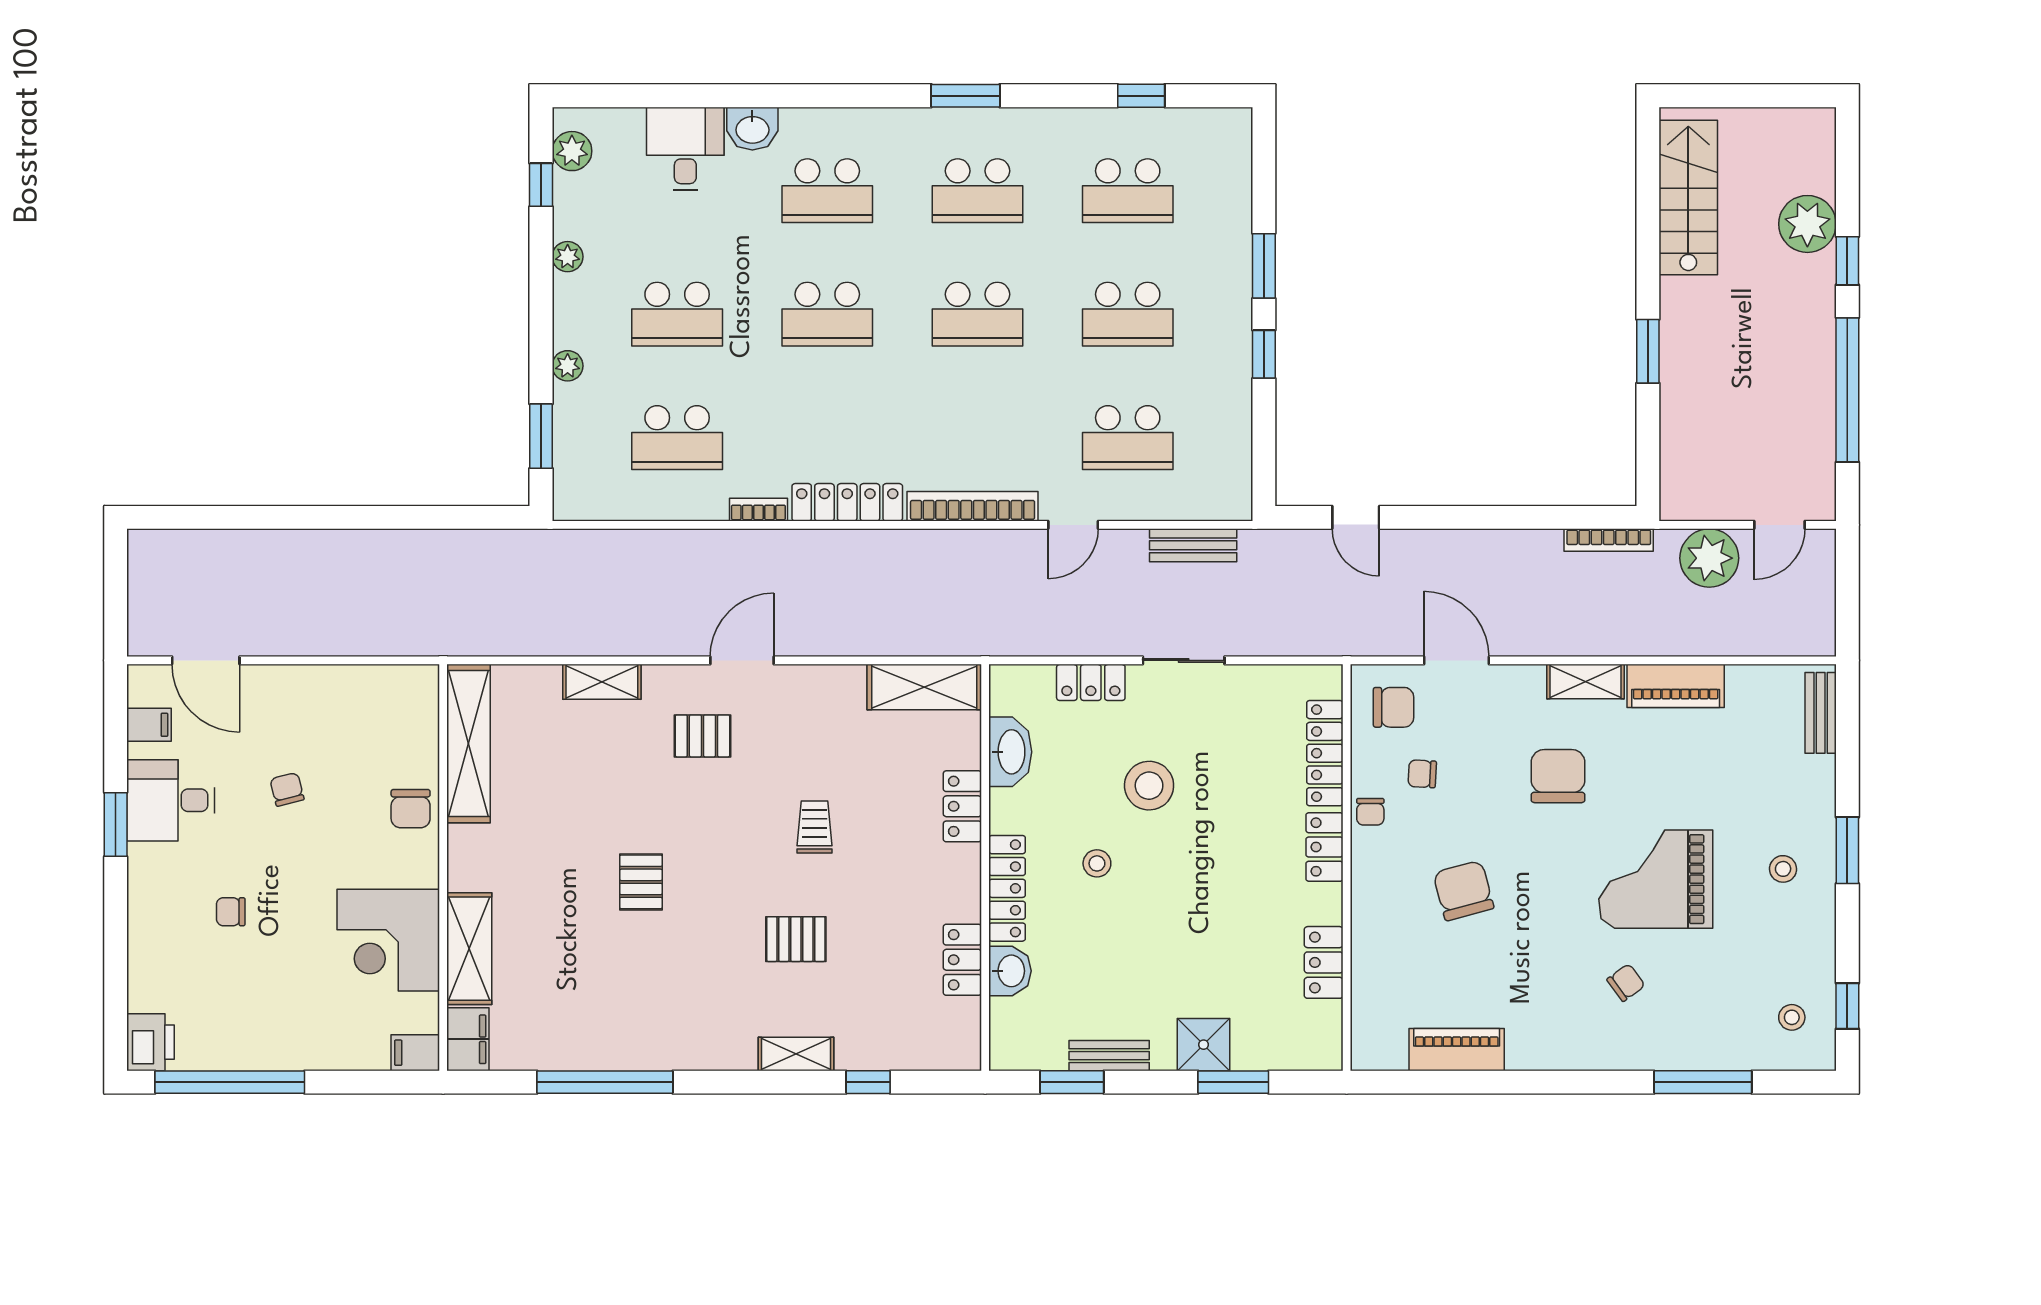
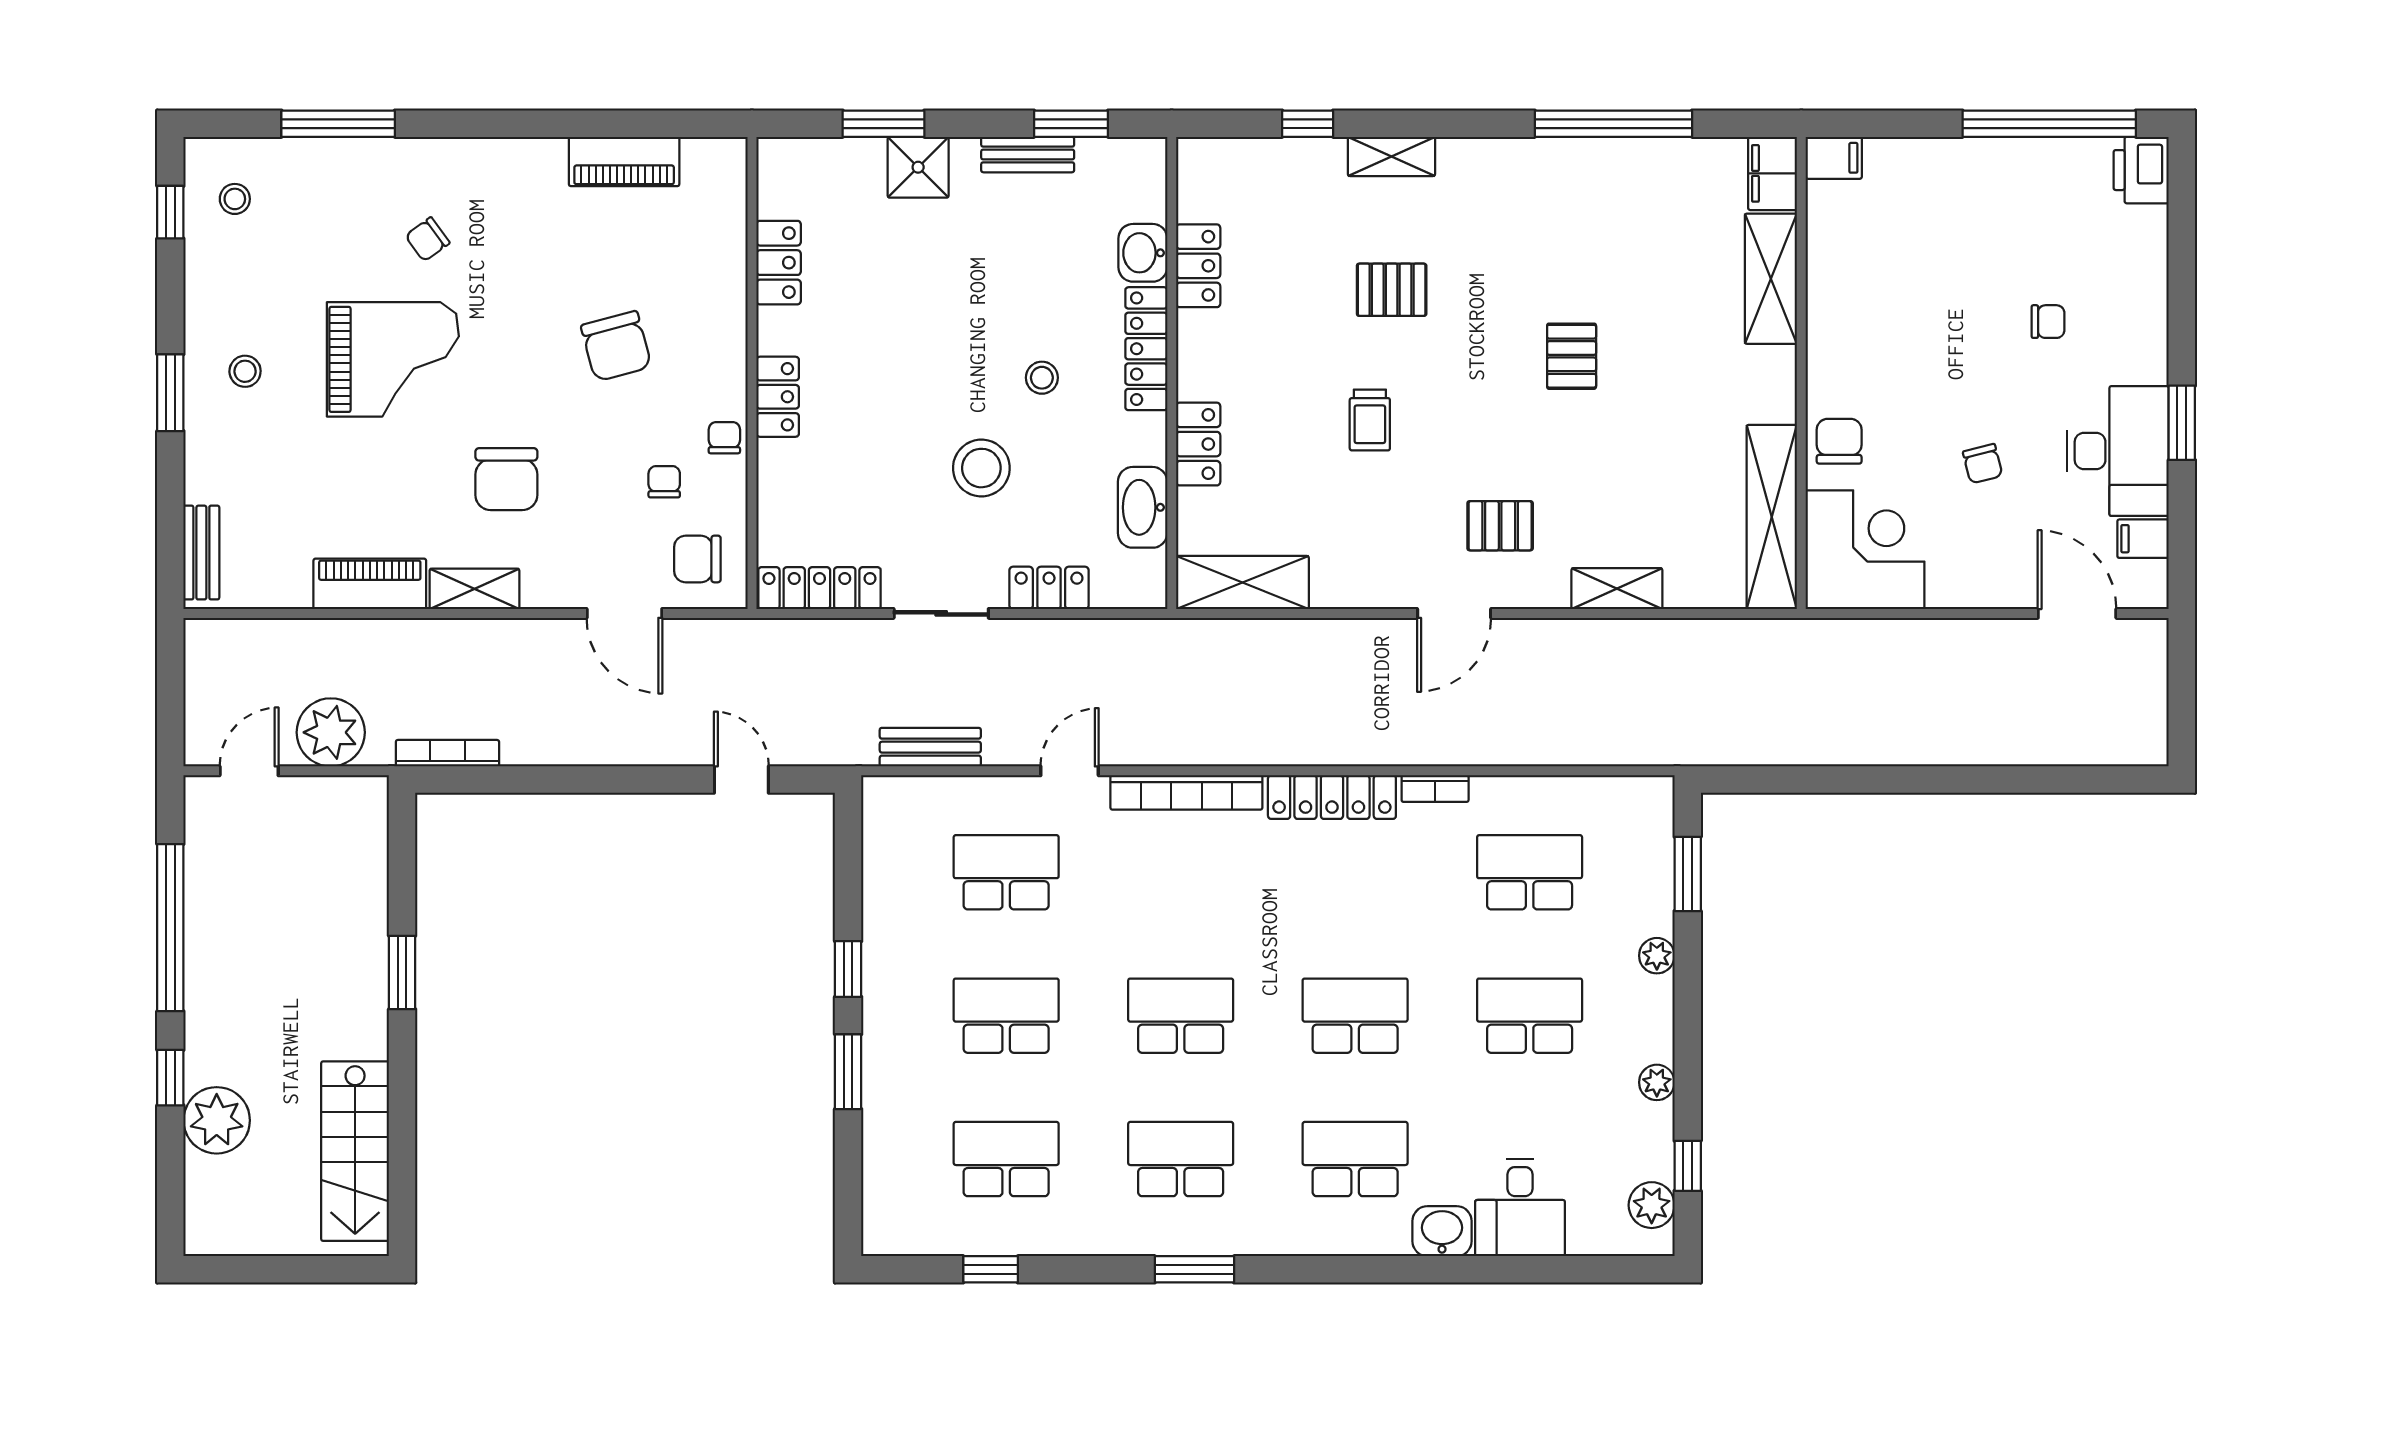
locker: (1325, 753) -> (819, 588), moved, turned -90
chair: (1422, 774) -> (664, 482), turned -93
desk: (171, 800) -> (2118, 451), width x1.37
corner desk: (388, 940) -> (1865, 550), moved

